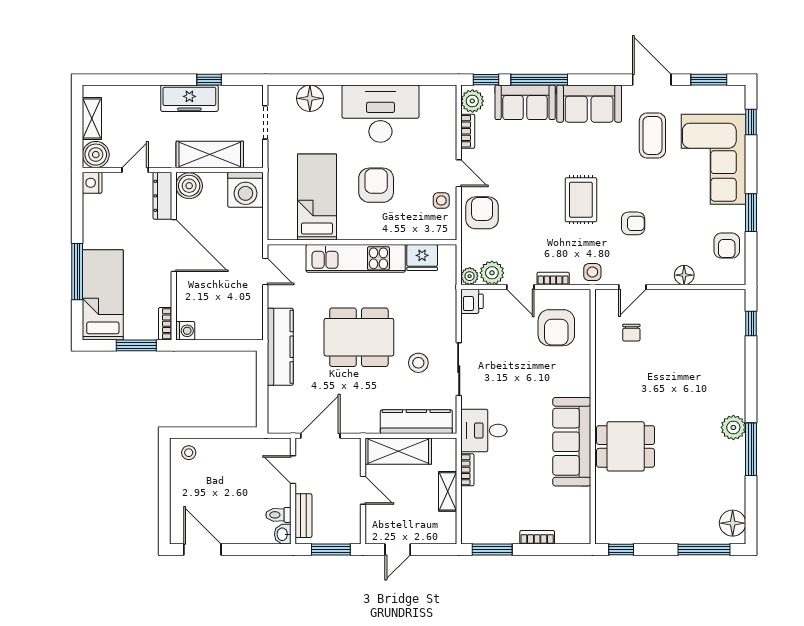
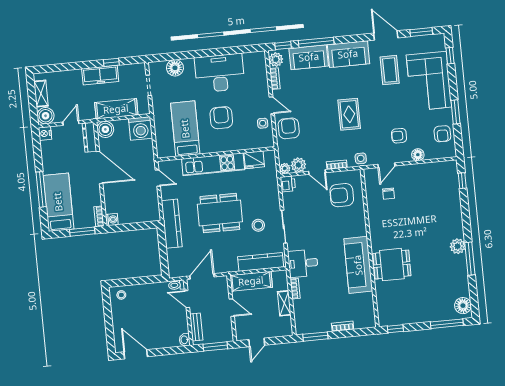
armchair: (633, 223) -> (399, 136), moved, turned 180
armchair: (556, 328) -> (342, 195), turned 90
toilet: (278, 515) -> (176, 285), moved

